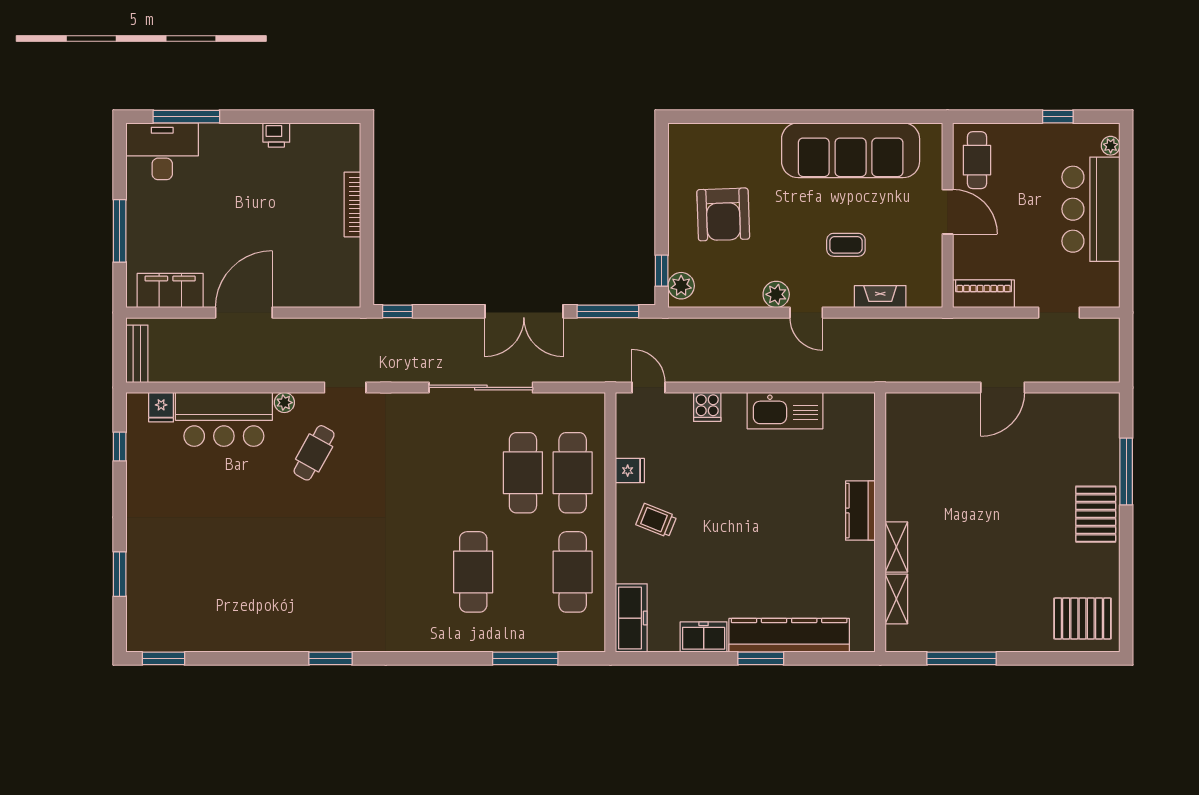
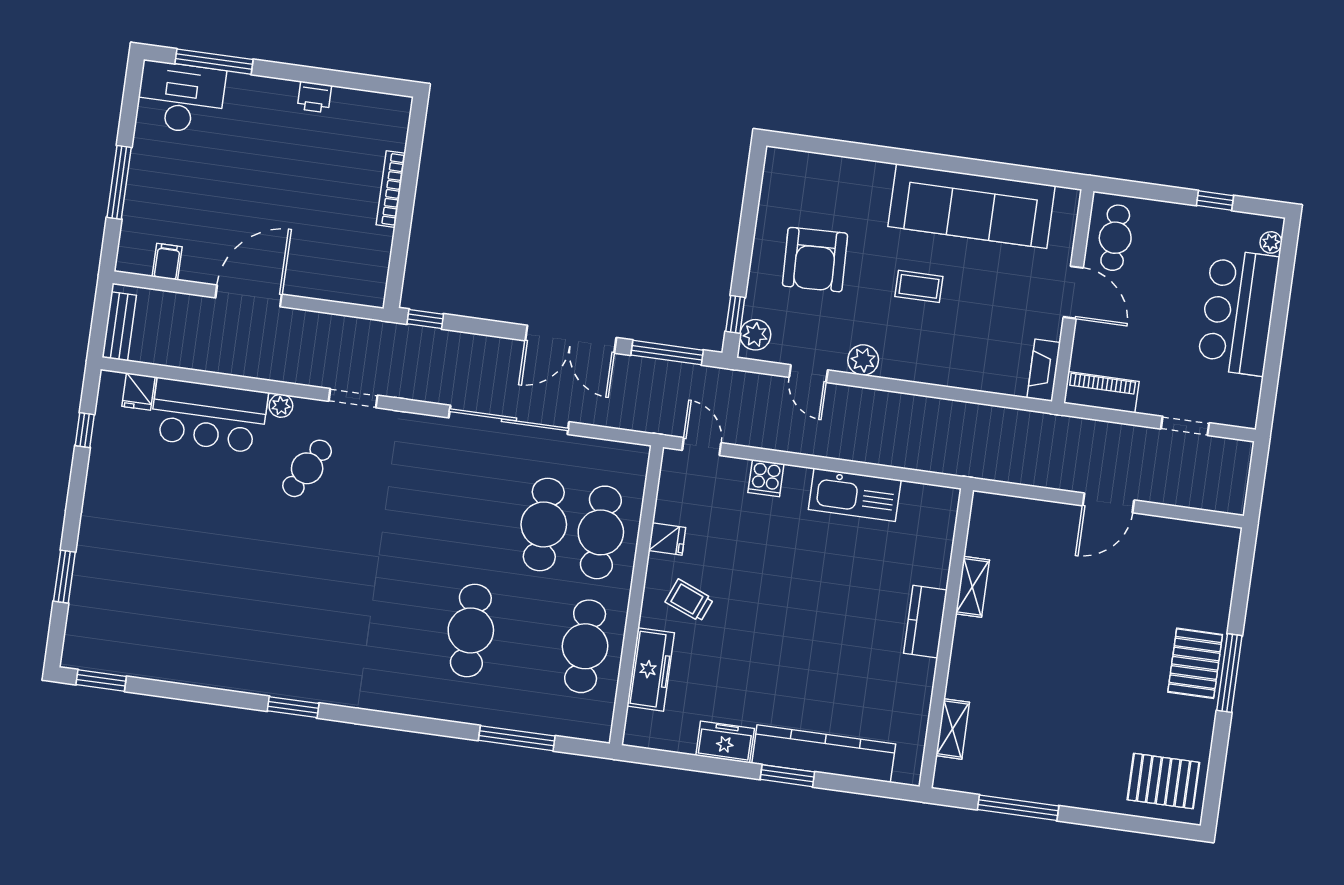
coffee table: (846, 245) -> (919, 286), moved
filing cabinet: (170, 290) -> (167, 262), width x0.33, depth x0.86
fireplace: (880, 297) -> (1044, 370), moved, turned -90
door: (806, 313) -> (808, 374), moved
window: (1126, 471) -> (1229, 673), moved
shelving: (896, 547) -> (972, 587), moved
freezer: (631, 618) -> (651, 669), moved

